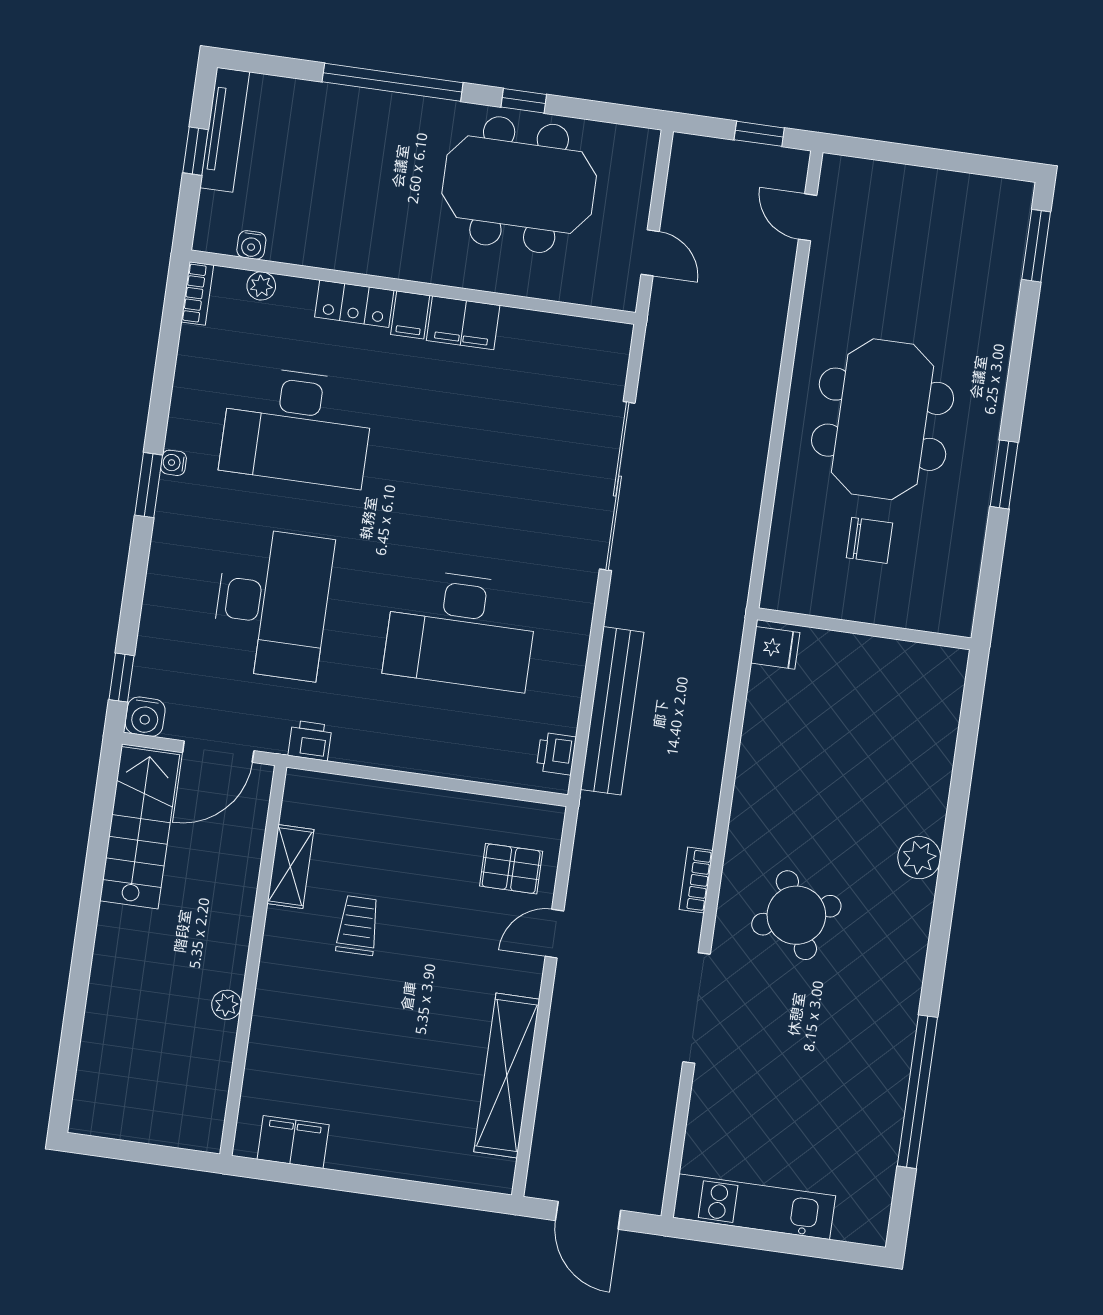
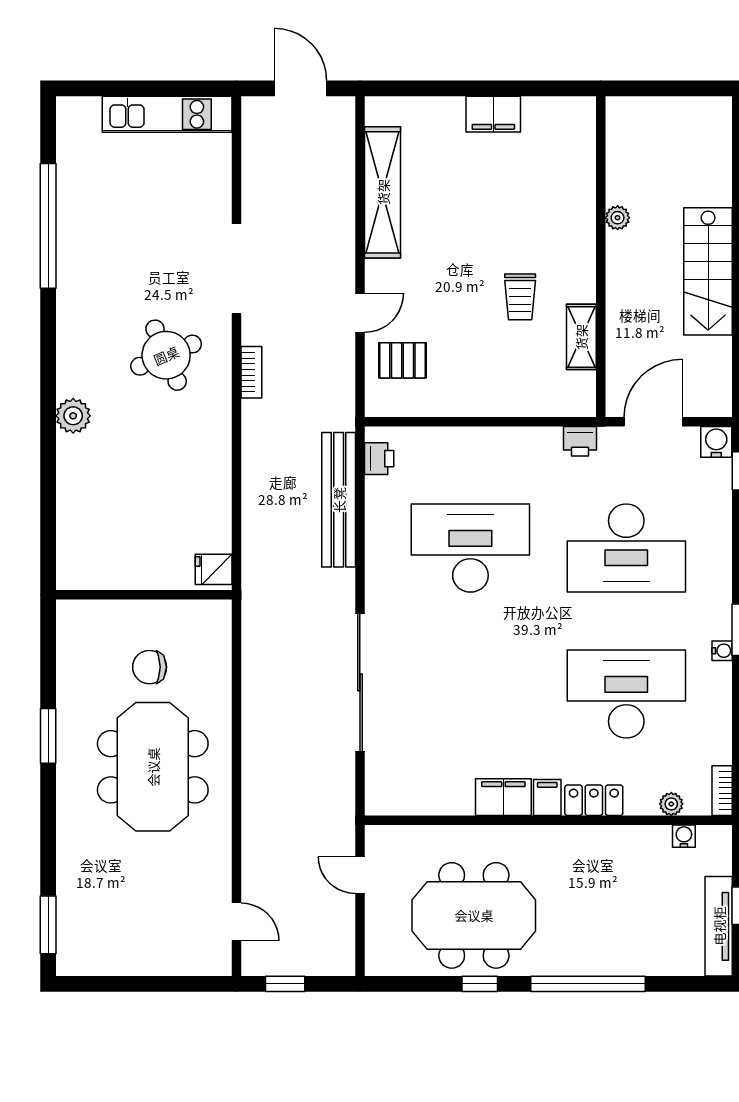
desk: (272, 603) -> (626, 548), turned -90
stairs: (140, 828) -> (708, 271), moved
filing cabinet: (293, 1142) -> (493, 114), moved

